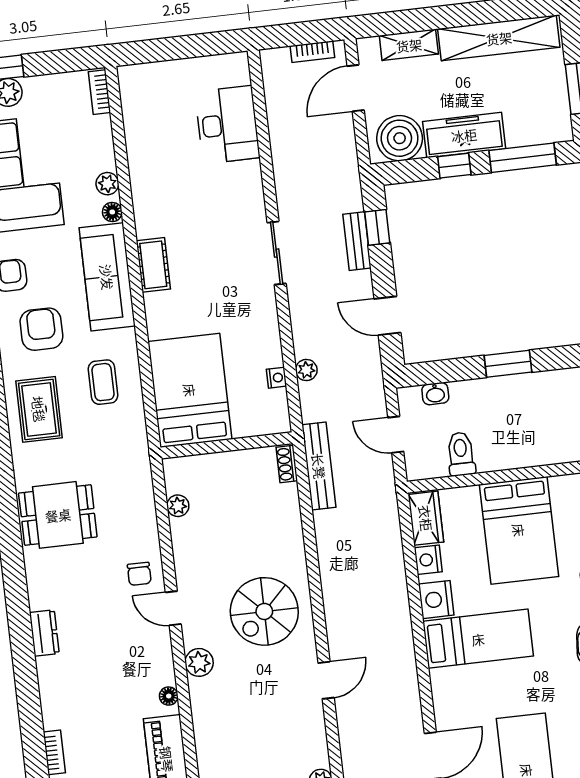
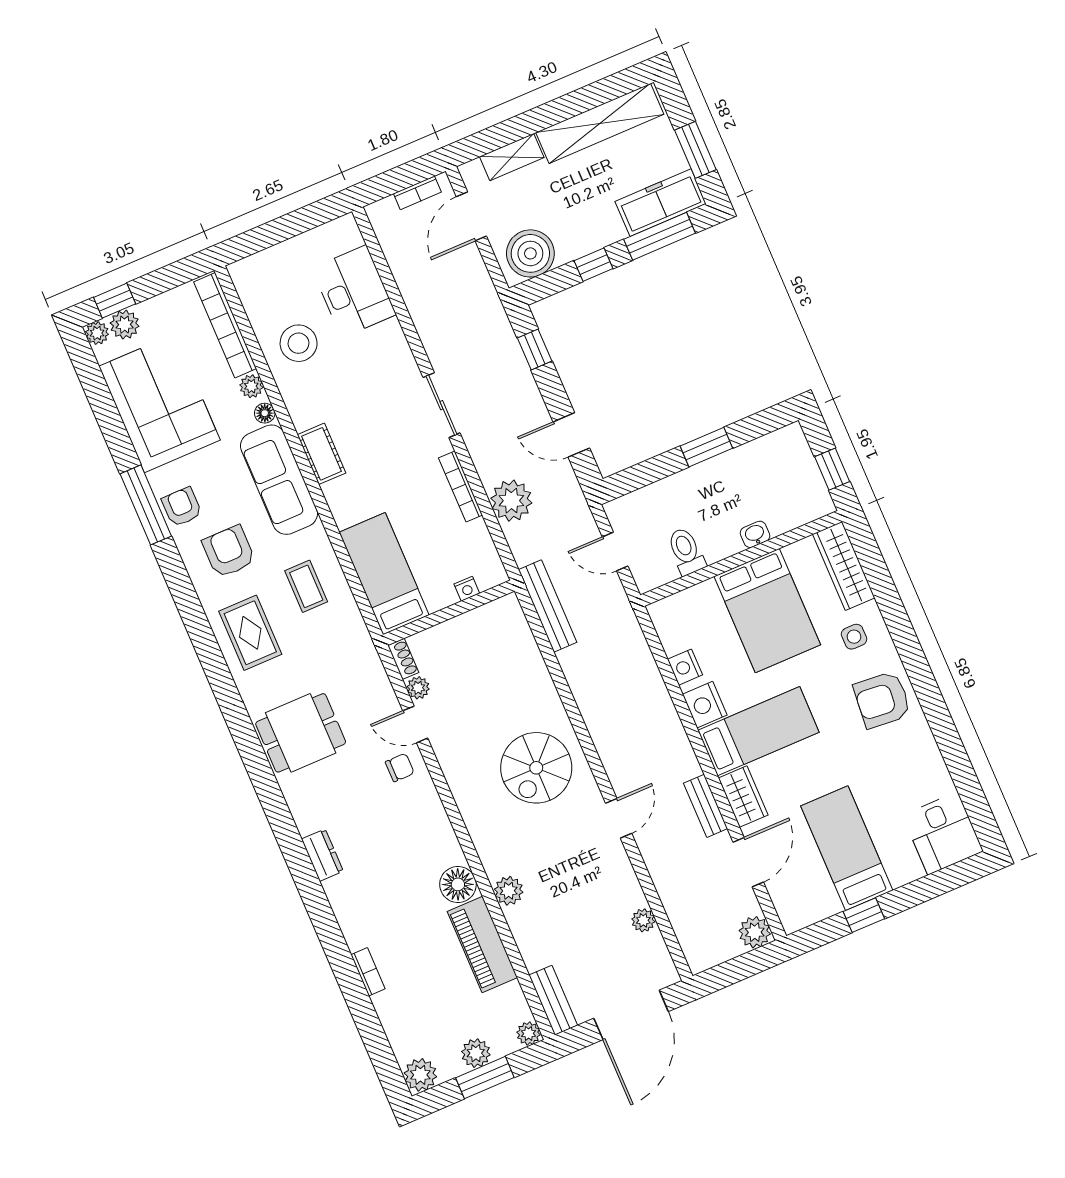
bookcase: (99, 92) -> (225, 325), width x2.31, depth x1.31
freezer: (464, 135) -> (661, 203), moved
stool: (162, 157) -> (299, 343), added
bench: (357, 241) -> (706, 806), moved
bookcase: (272, 333) -> (460, 486), added
plant: (306, 370) -> (511, 501), width x1.88, depth x1.88
nightstand: (276, 378) -> (467, 589), moved, turned 90
bed: (190, 390) -> (384, 574), width x0.67
washbasin: (435, 394) -> (755, 534), moved, turned 180
shoe rack: (287, 464) -> (403, 659), moved, turned 180
wardrobe: (426, 518) -> (743, 797), moved
chair: (139, 574) -> (400, 768), turned -90
door: (173, 608) -> (415, 724), moved
plant: (199, 662) -> (509, 891), moved
floor lamp: (169, 696) -> (458, 884), width x1.89, depth x1.89

